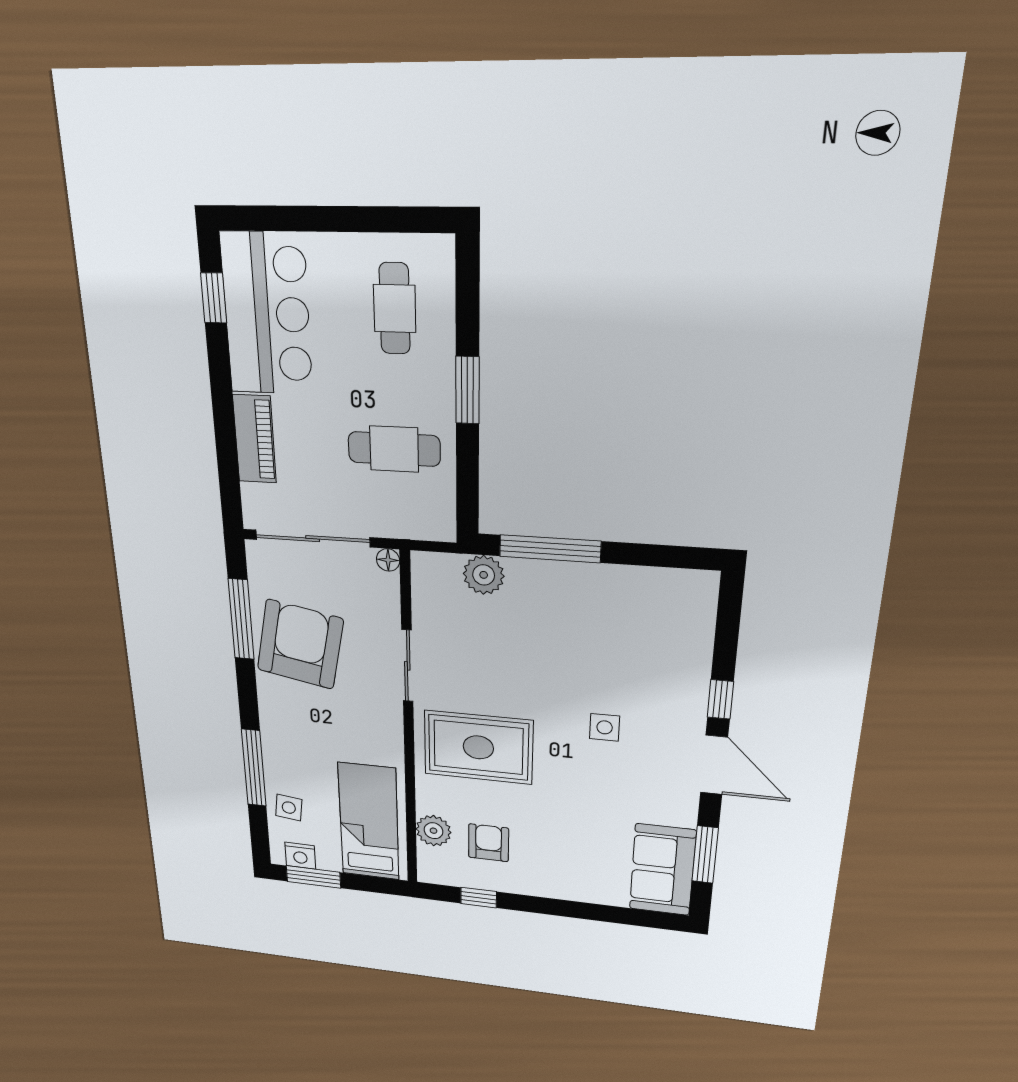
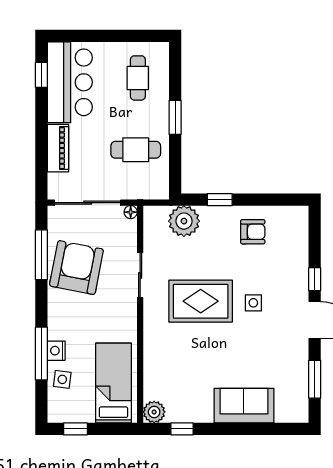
window: (550, 549) -> (220, 200), width x0.46
plant: (484, 575) -> (184, 221), width x1.36, depth x1.36
rug: (478, 747) -> (201, 301), moved
plant: (434, 831) -> (154, 412), moved
armchair: (489, 843) -> (253, 232), moved, turned 90
nightstand: (300, 856) -> (56, 351), moved, turned 90
sofa: (662, 870) -> (244, 406), moved, turned 90
window: (313, 877) -> (75, 429), width x0.67

